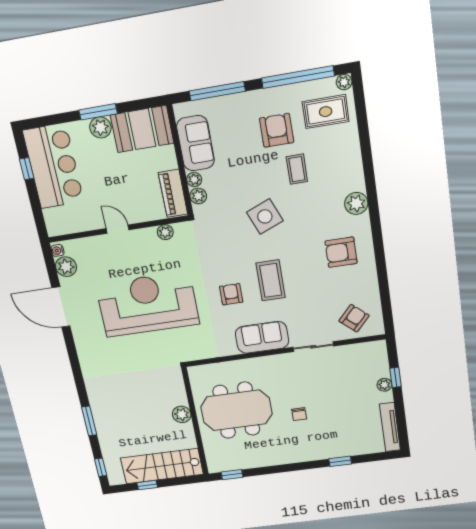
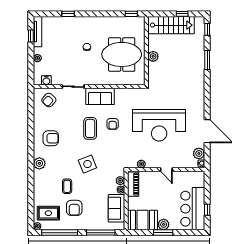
water cooler: (363, 350) -> (46, 80), added
window: (395, 377) -> (31, 36), moved

